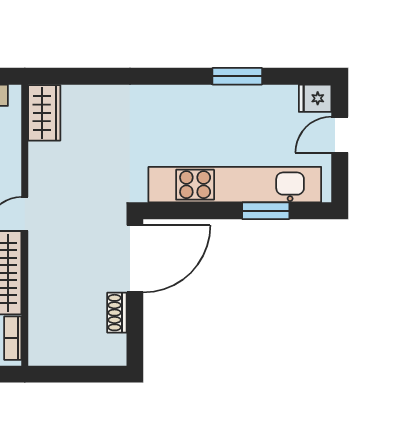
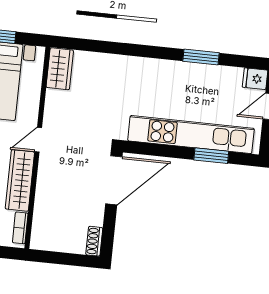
shoe rack: (117, 313) -> (94, 241), moved

